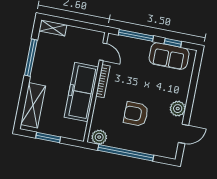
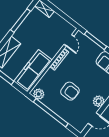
freezer: (81, 92) -> (33, 71), moved
armchair: (136, 114) -> (70, 91), turned 180

